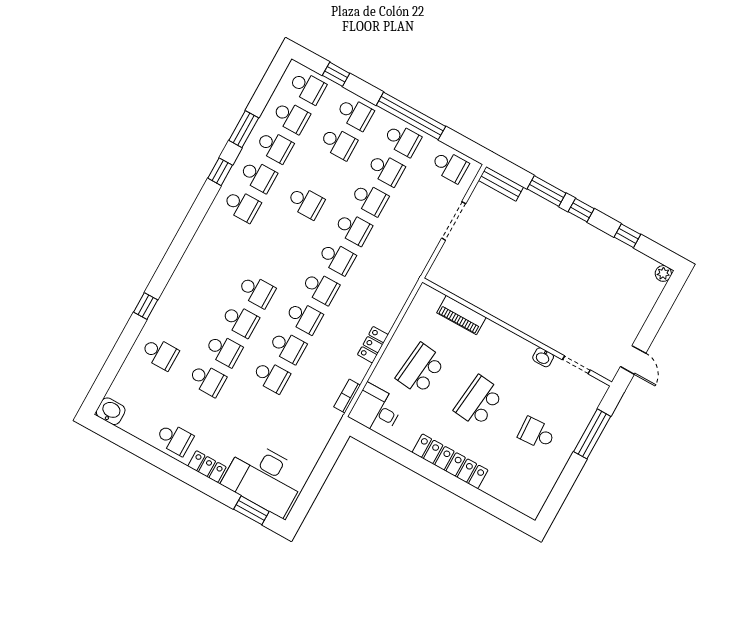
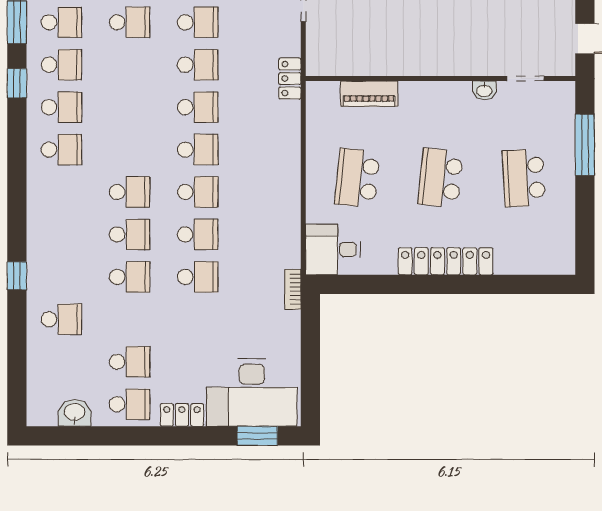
school desk: (306, 202) -> (130, 22), moved
school desk: (225, 235) -> (61, 150), added
locker: (373, 345) -> (290, 79), moved
school desk: (207, 380) -> (130, 362), moved
bookcase: (347, 396) -> (293, 289), moved
washbasin: (111, 411) -> (75, 413), moved
school desk: (537, 433) -> (524, 178), width x1.85

